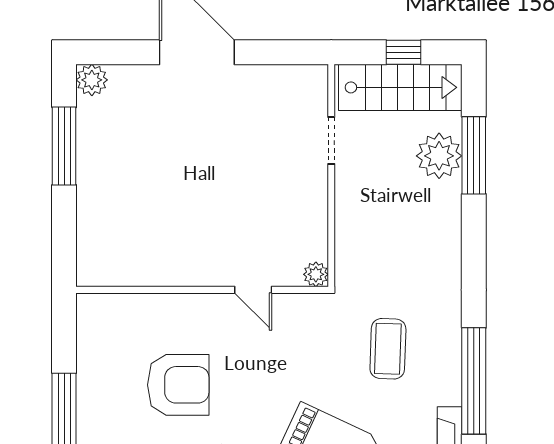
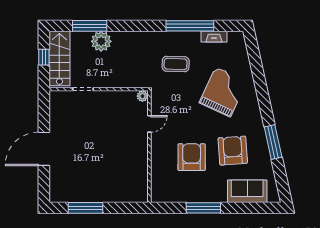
plant: (92, 80) -> (56, 196), removed
plant: (439, 156) -> (101, 41), moved

